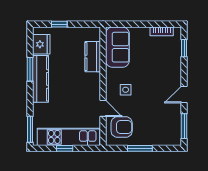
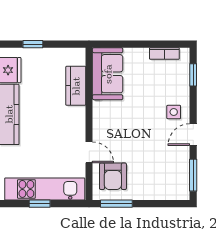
side table: (126, 90) -> (174, 112), moved
armchair: (122, 127) -> (113, 176), turned 90
window: (140, 148) -> (116, 204), moved

